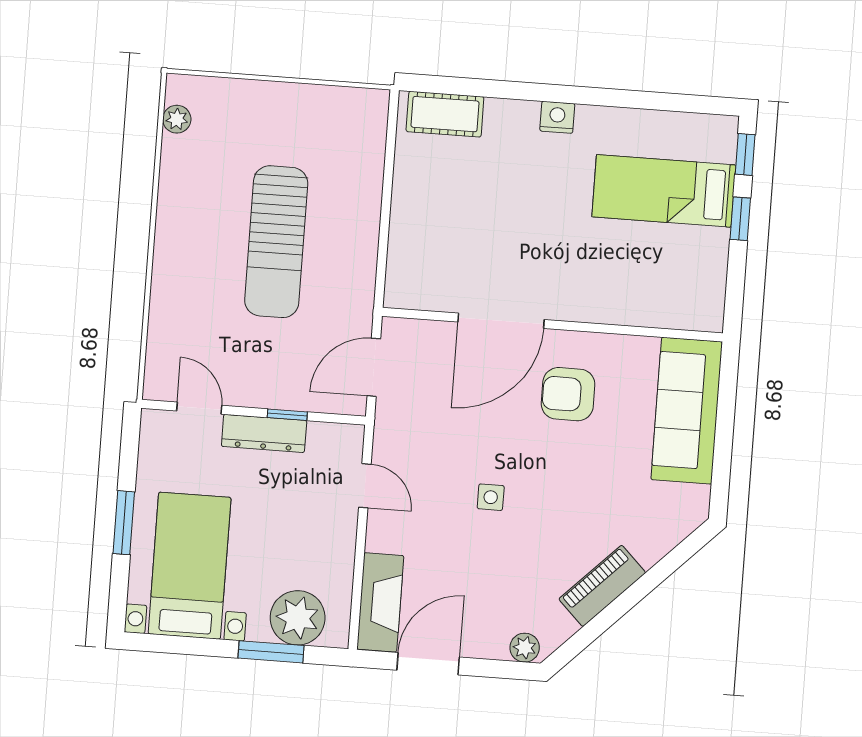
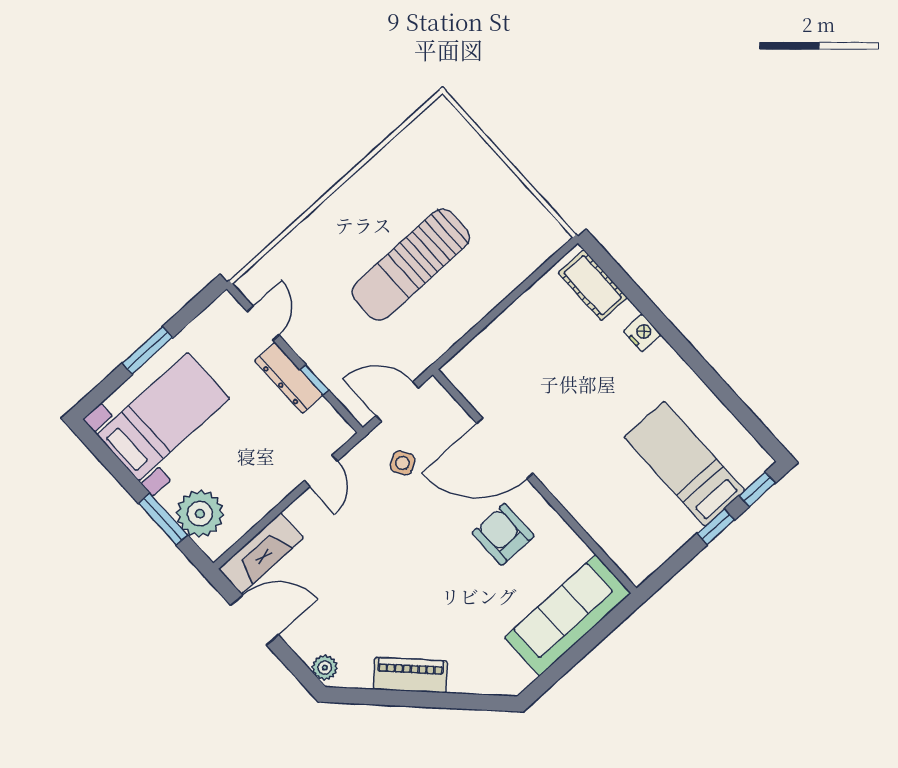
nightstand: (557, 117) -> (642, 333), moved
plant: (177, 119) -> (421, 128), removed
side table: (491, 497) -> (403, 463), moved, turned -31

